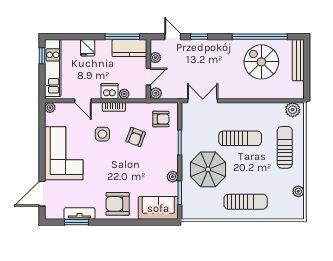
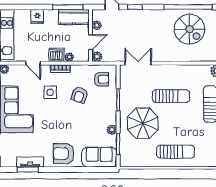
spiral stairs: (261, 62) -> (190, 29), turned 180

